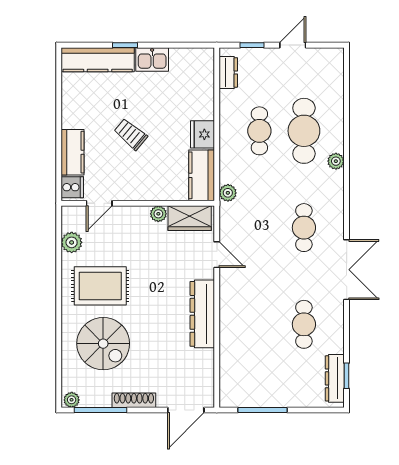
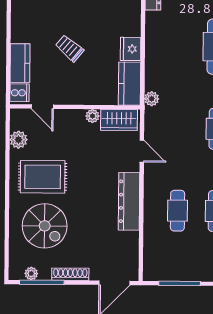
cafe table: (259, 131) -> (177, 211), moved
door: (99, 203) -> (42, 107), hinge flipped
plant: (72, 400) -> (31, 274), moved

